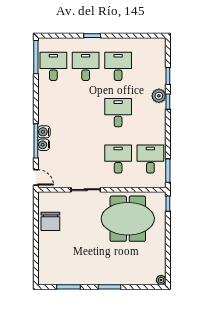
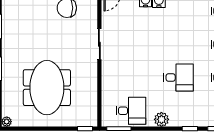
plant: (159, 96) -> (161, 119), moved
desk: (118, 159) -> (131, 77), removed
meeting table: (128, 219) -> (47, 88), moved

